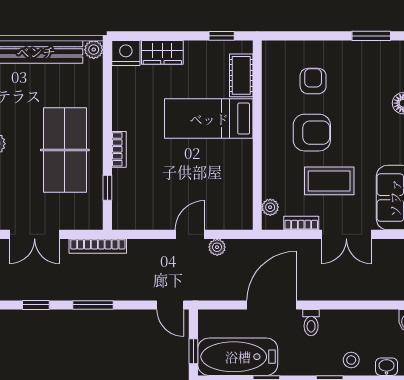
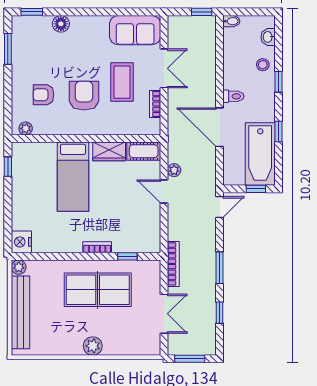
wardrobe: (162, 52) -> (109, 151), moved, turned 90
cot: (241, 75) -> (144, 151), moved
plant: (270, 207) -> (26, 128), moved

